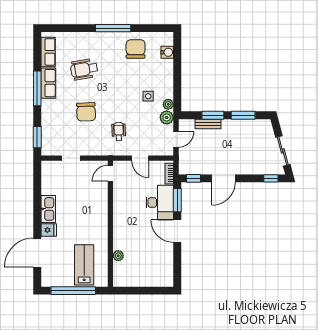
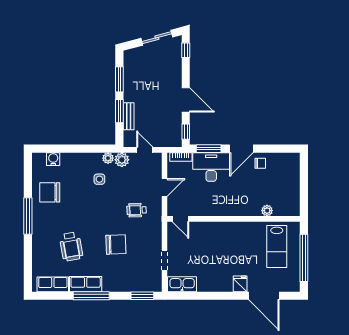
kitchen sink: (48, 209) -> (182, 284), moved
chair: (163, 249) -> (260, 163), added
lab bench: (84, 265) -> (277, 246), turned -90

